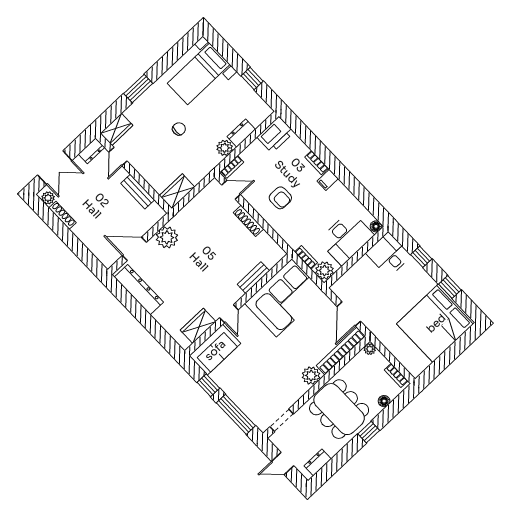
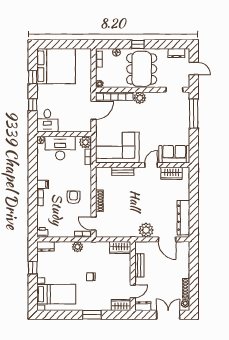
dresser: (241, 133) -> (45, 246), moved
printer: (275, 135) -> (42, 232), width x0.53, depth x0.68
window: (208, 385) -> (194, 140), removed

